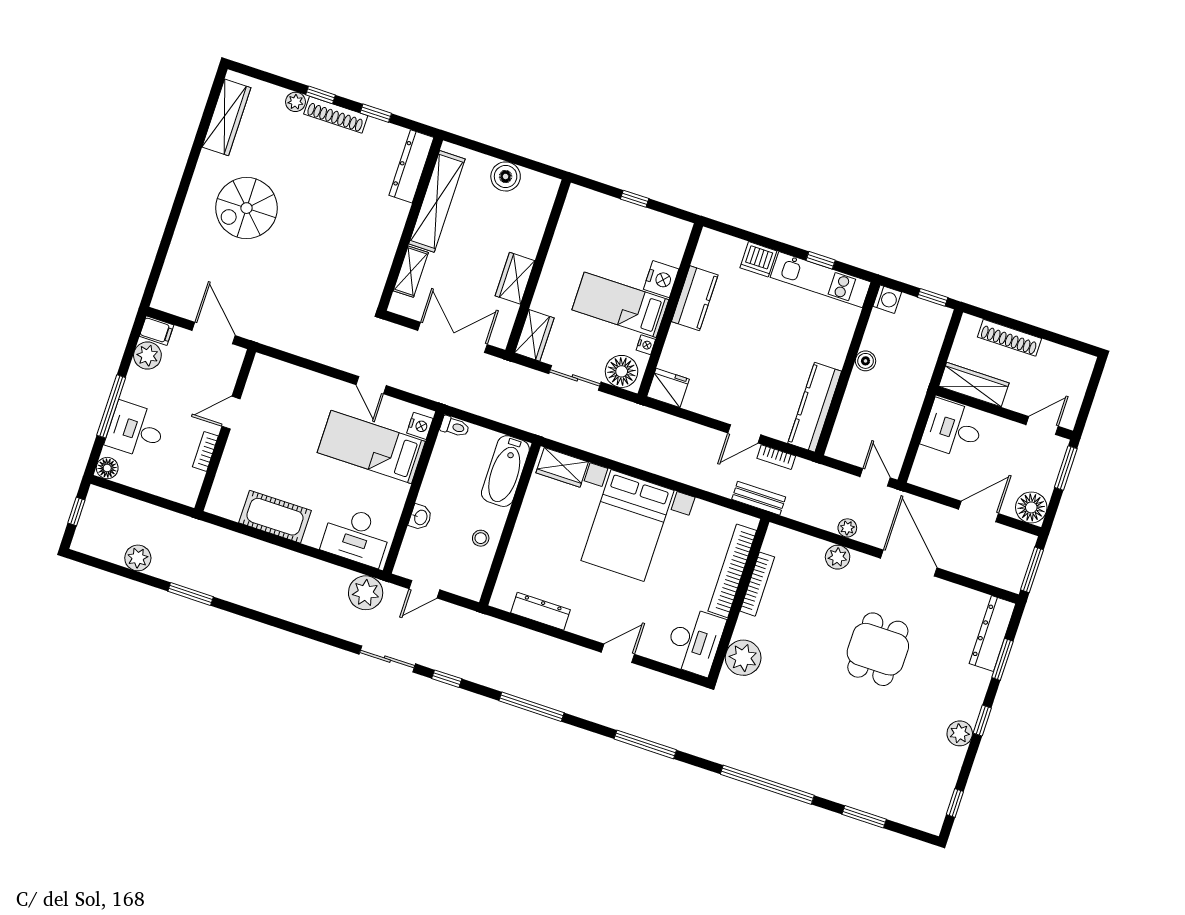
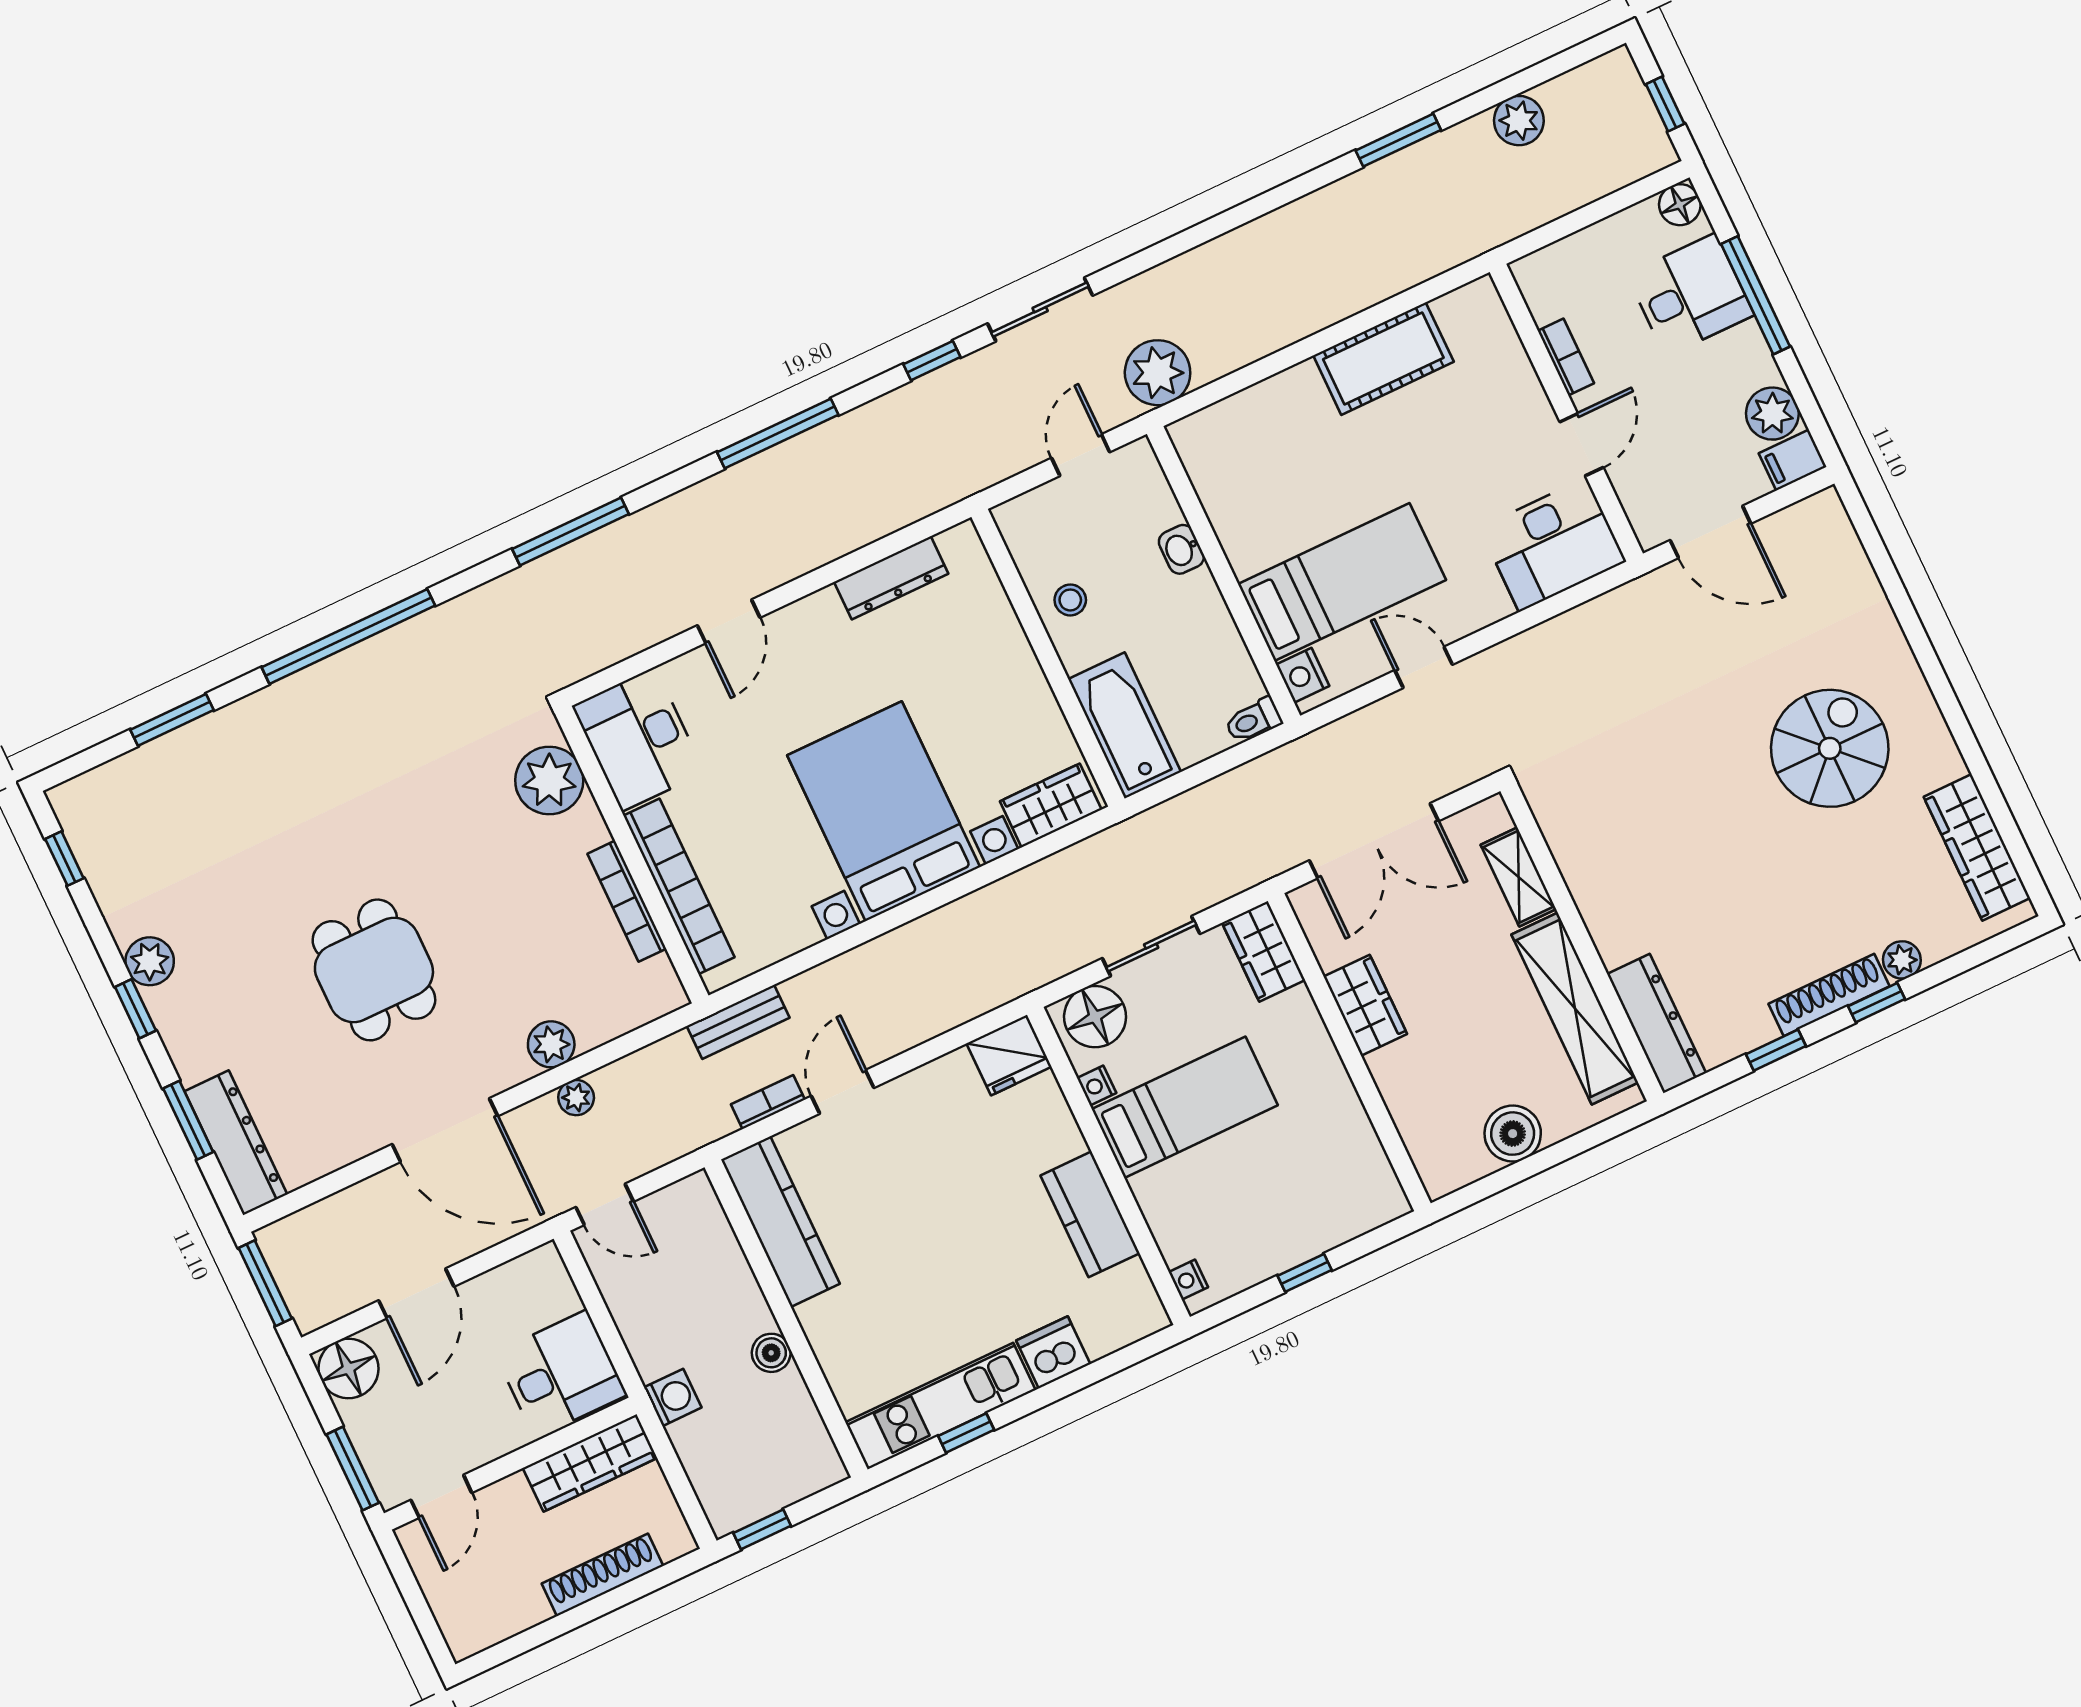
nightstand: (661, 279) -> (1188, 1280), moved, width x0.53, depth x0.56
washing machine: (887, 299) -> (673, 1397), moved, turned 180
desk: (356, 536) -> (1553, 545), moved, turned 180

